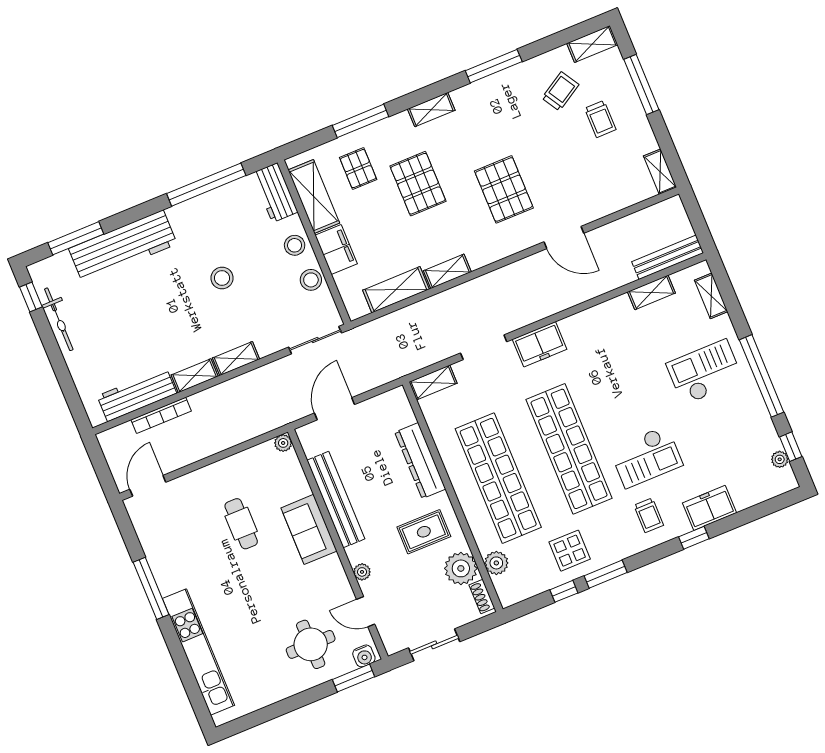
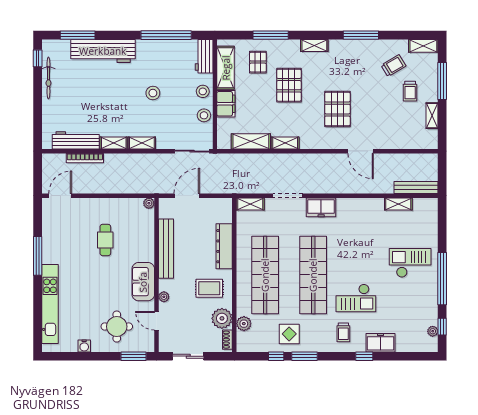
shelving: (660, 172) -> (432, 116), moved
shelving: (711, 296) -> (432, 220), removed
sofa: (309, 529) -> (143, 282), moved
water cooler: (364, 656) -> (84, 346), moved

